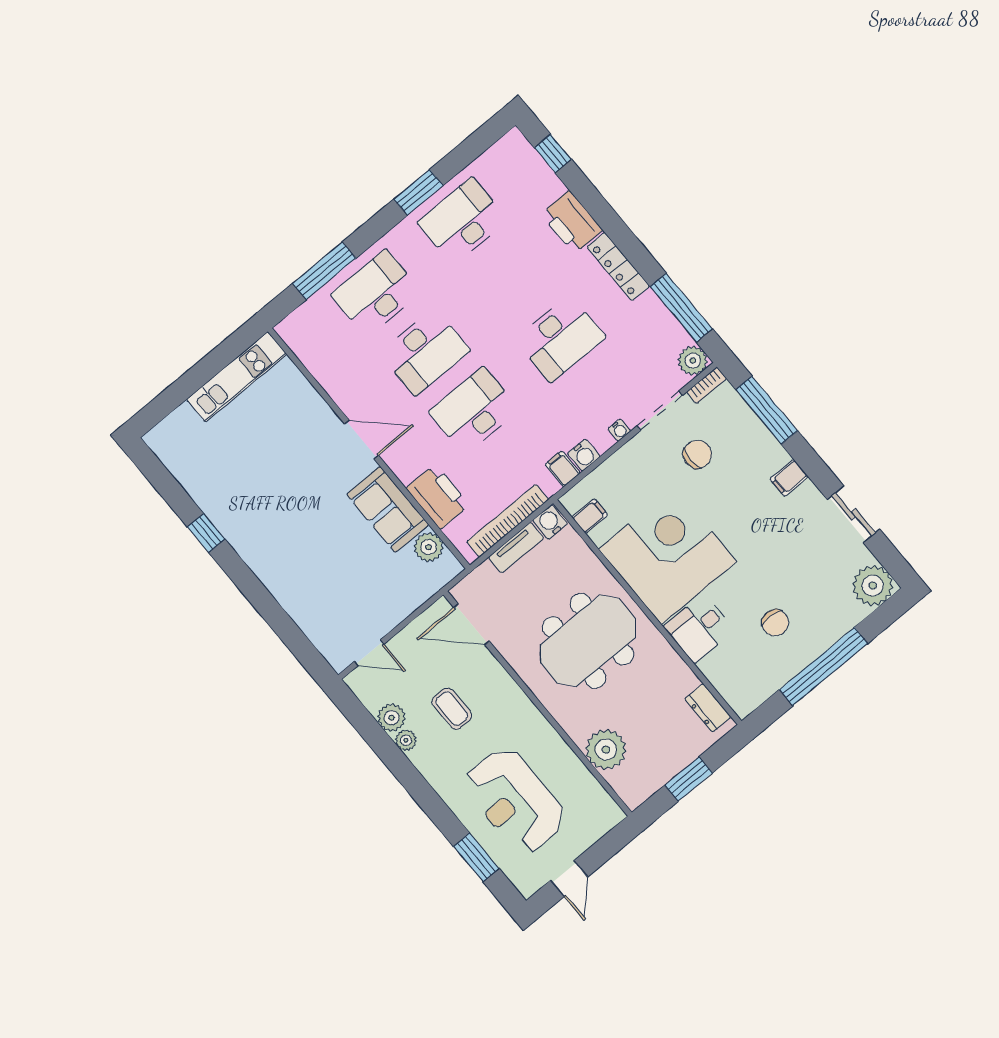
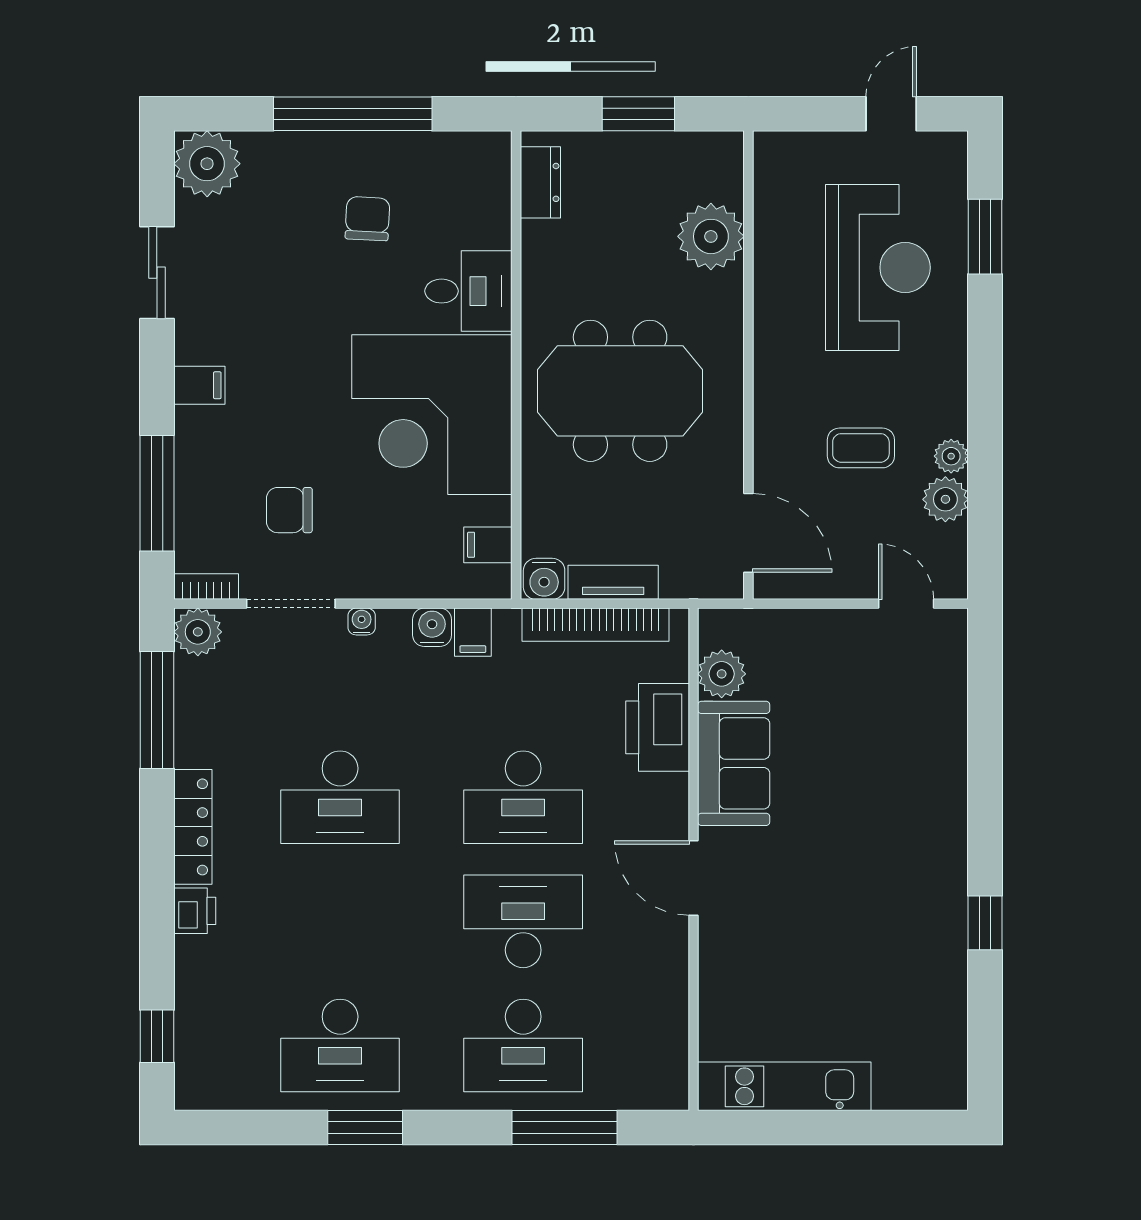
printer: (572, 222) -> (195, 911), width x0.53, depth x0.68
desk: (560, 339) -> (340, 797), turned 180
coffee table: (452, 709) -> (861, 448), turned 90

